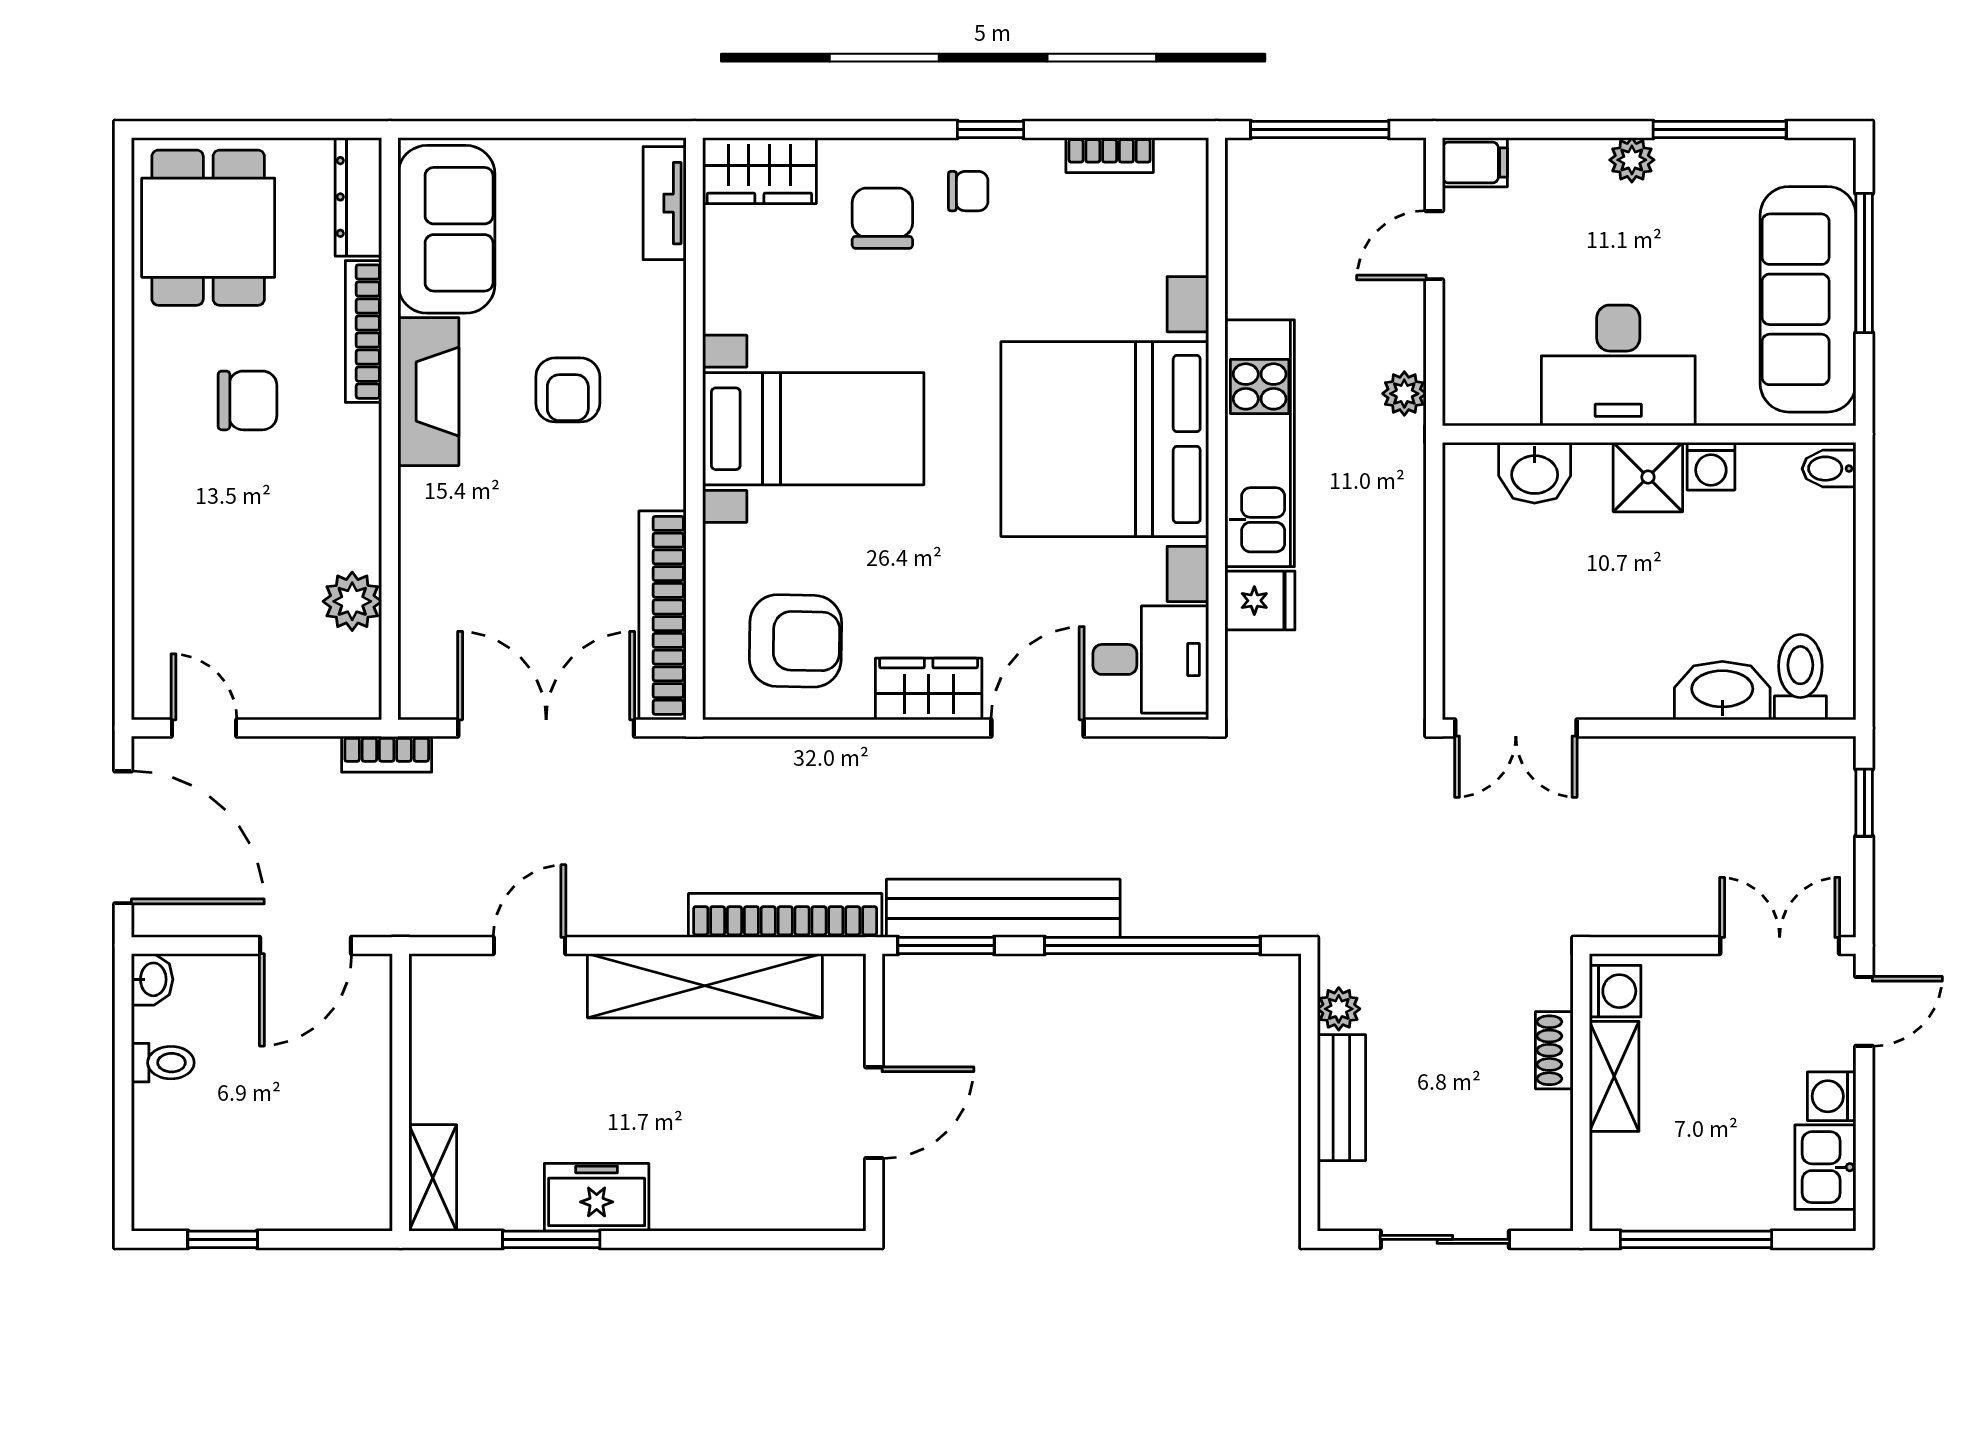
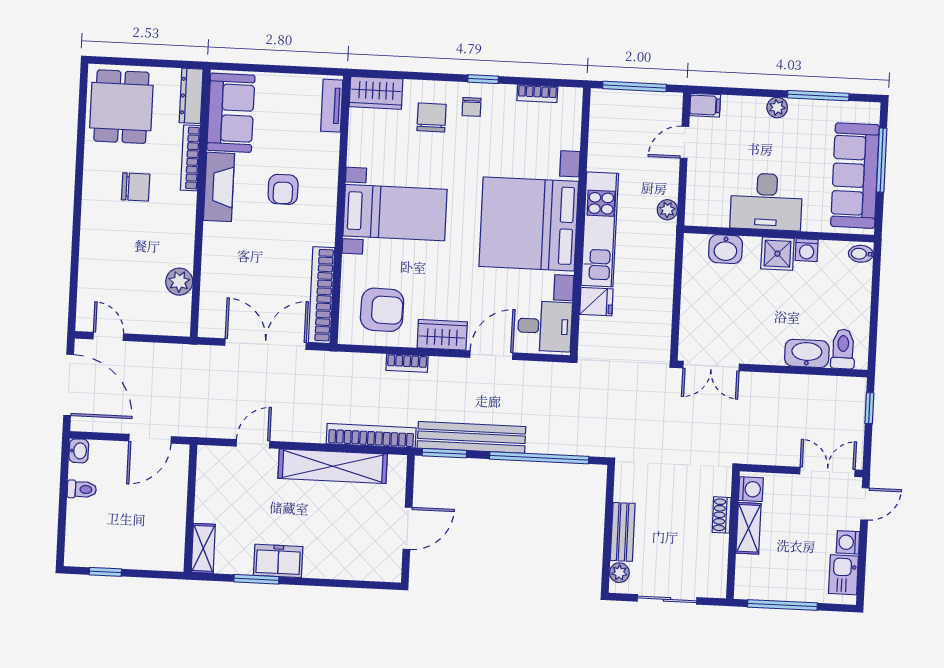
chair: (968, 191) -> (472, 107), turned 90
bookcase: (387, 754) -> (407, 363), moved
plant: (1339, 1009) -> (619, 573), moved

